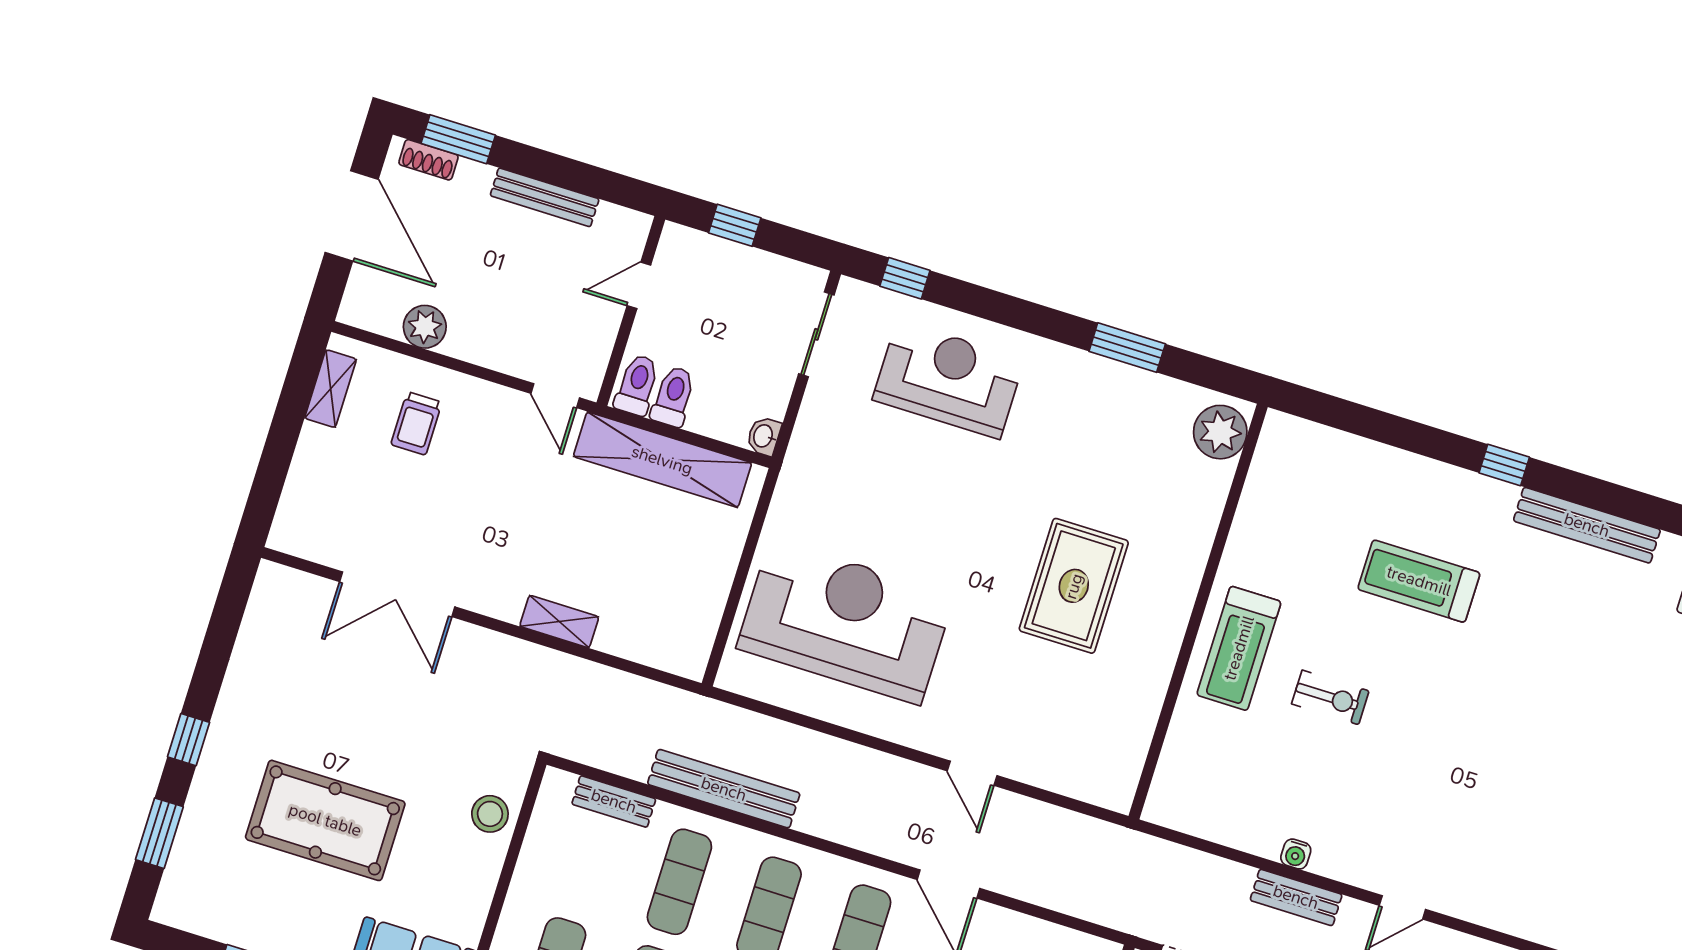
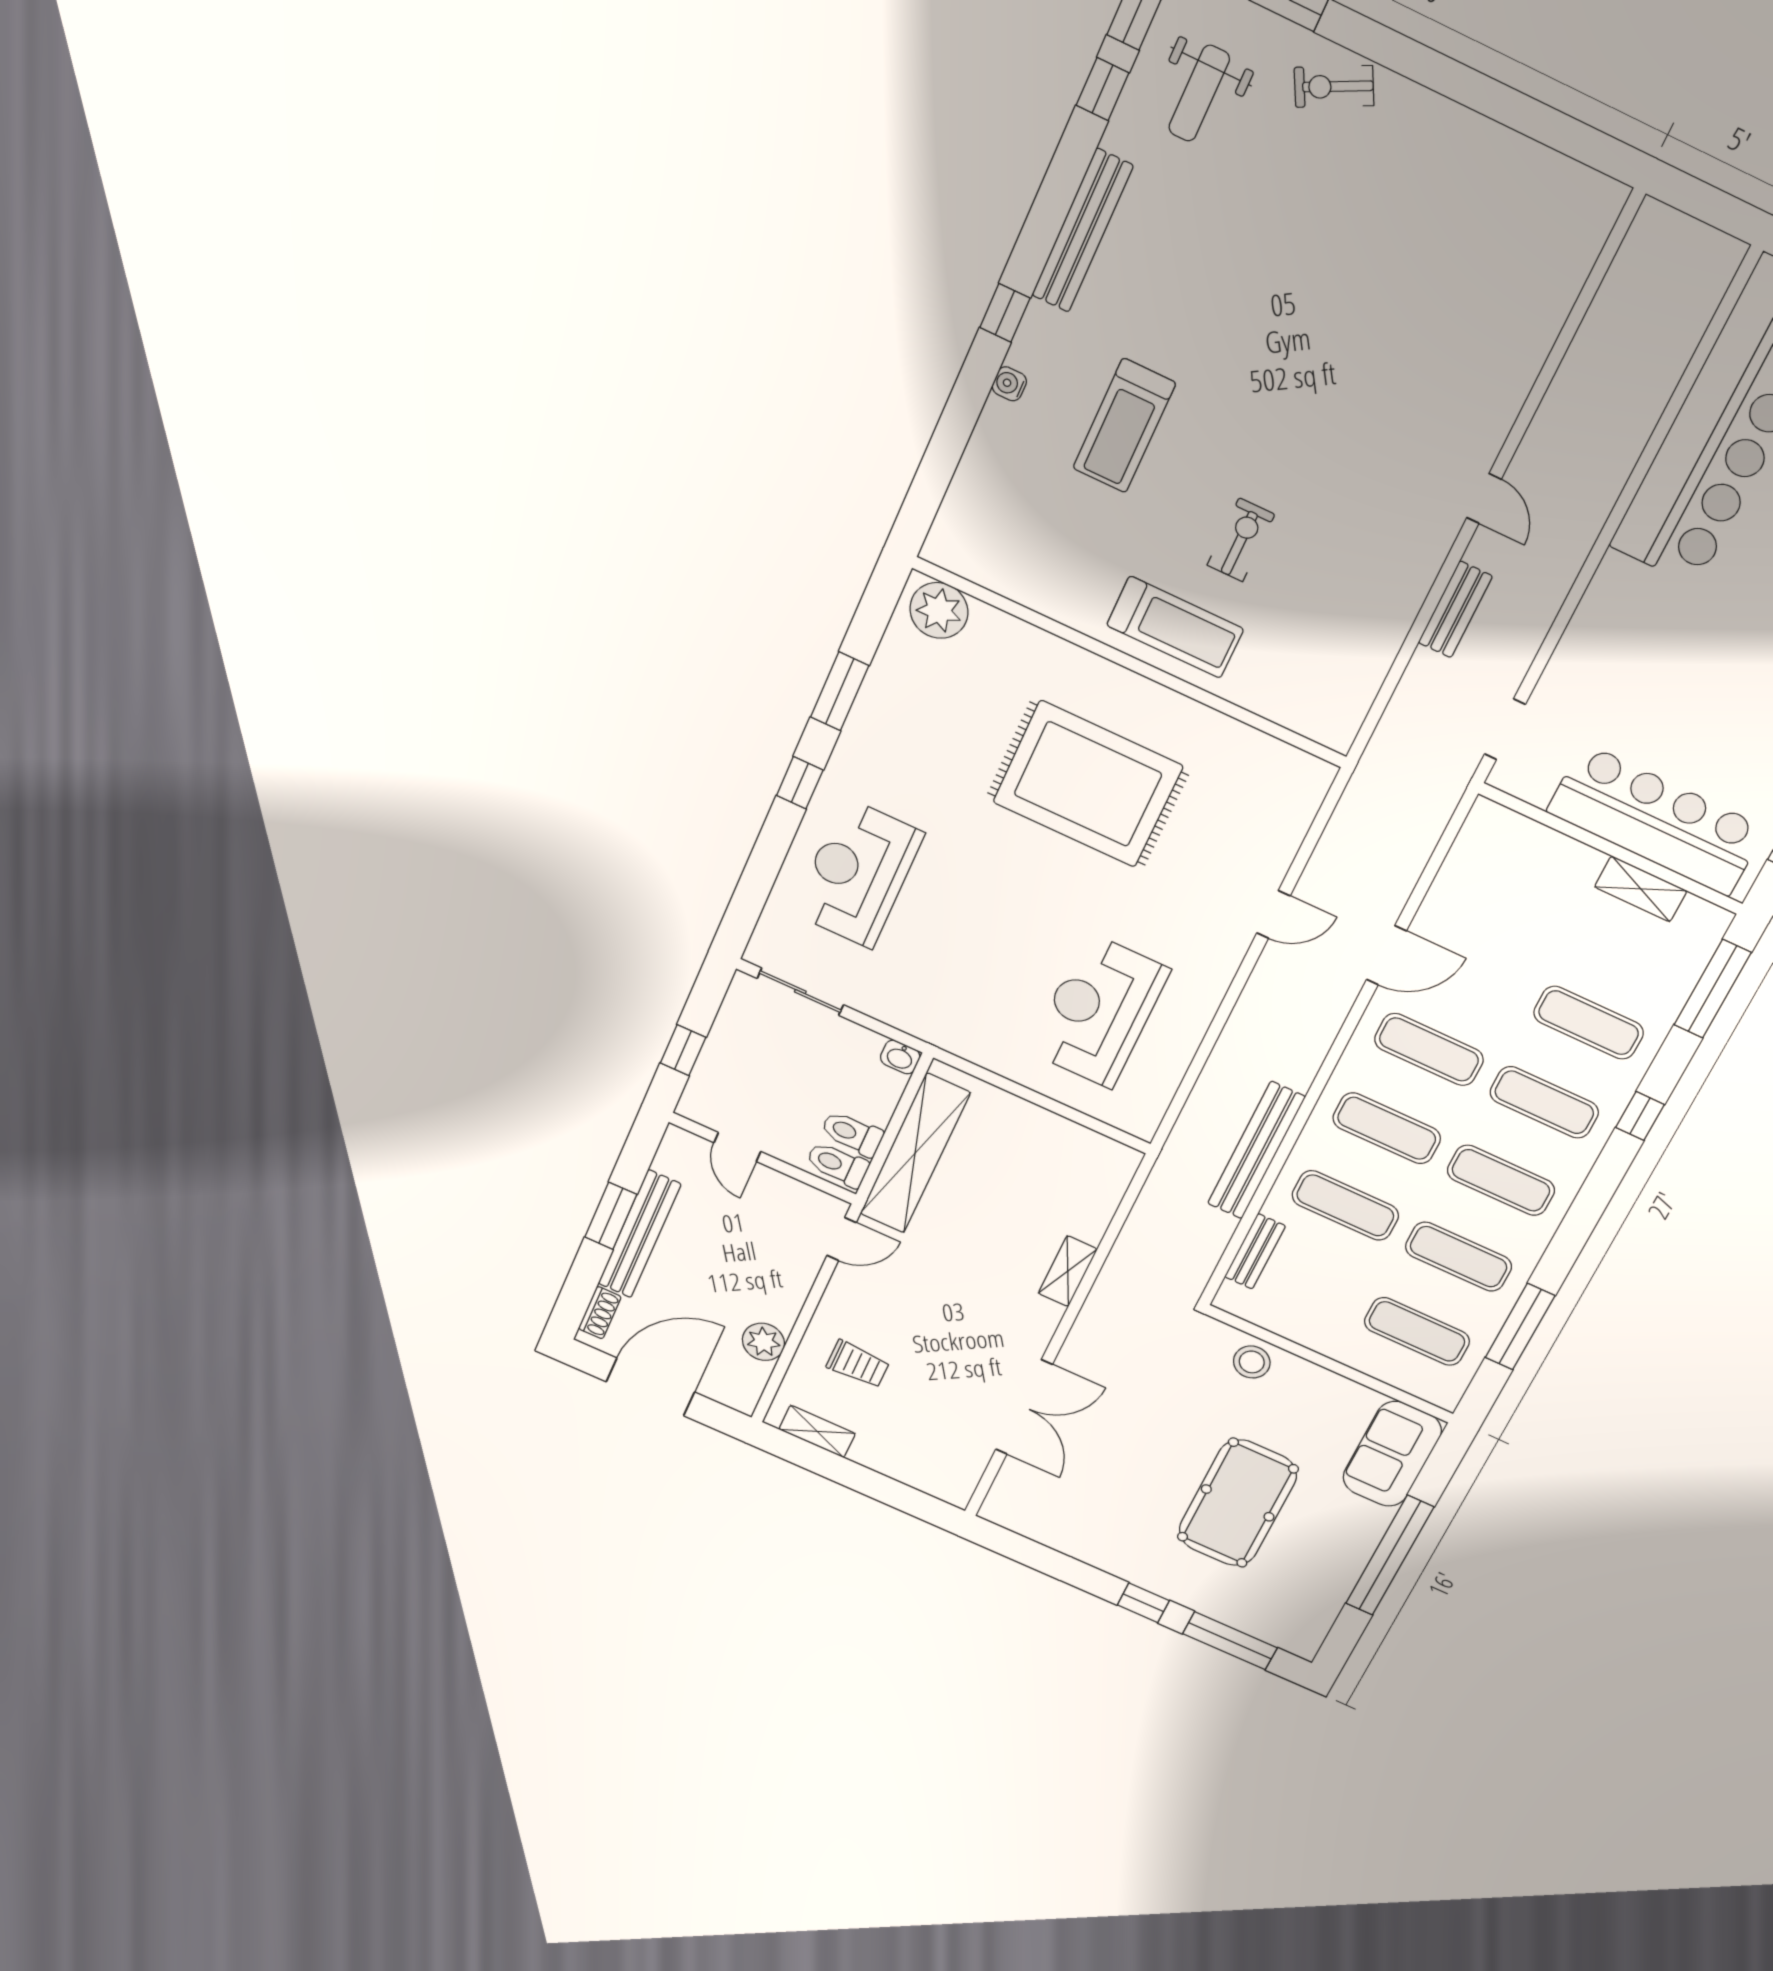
window: (458, 139) -> (611, 1216), moved
bench: (545, 197) -> (639, 1234), width x1.37, depth x1.21
window: (905, 278) -> (800, 783), moved
rug: (1074, 586) -> (1088, 784), width x1.37, depth x1.44
reception desk: (845, 622) -> (1099, 1011), width x0.74, depth x0.77
window: (159, 833) -> (1230, 1641), width x1.44
water cooler: (1296, 854) -> (1009, 384), moved, turned 180

